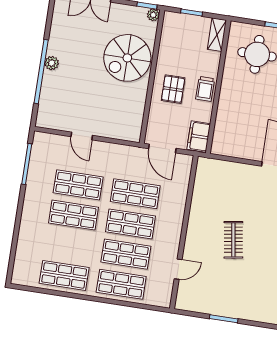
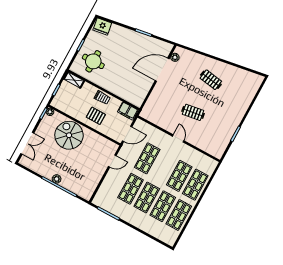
spiral stairs: (127, 58) -> (69, 135), turned 180
door: (82, 136) -> (112, 161), moved
shop shelf: (131, 224) -> (163, 206), moved
door: (178, 269) -> (178, 138), moved

